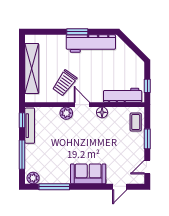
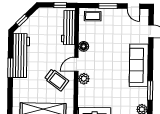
window: (130, 44) -> (22, 20), added
sofa: (88, 174) -> (139, 65), width x1.36
window: (54, 187) -> (150, 90), width x0.69

